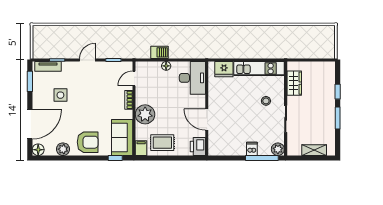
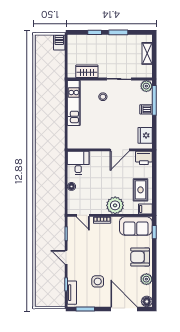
barbecue: (160, 52) -> (59, 42), moved
fridge: (224, 69) -> (145, 135), moved, turned 180
desk: (192, 78) -> (78, 163), width x0.73
armchair: (88, 142) -> (140, 257), turned -90

